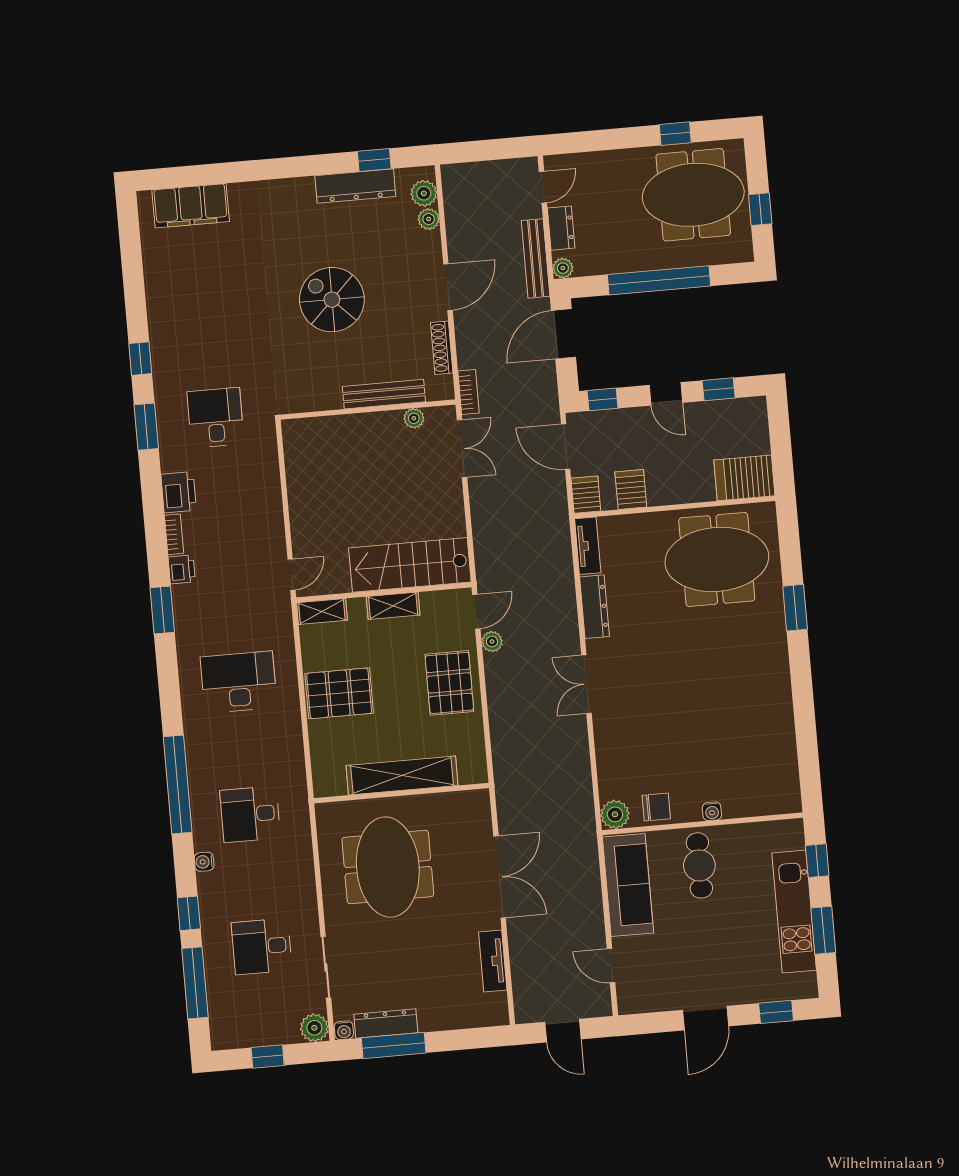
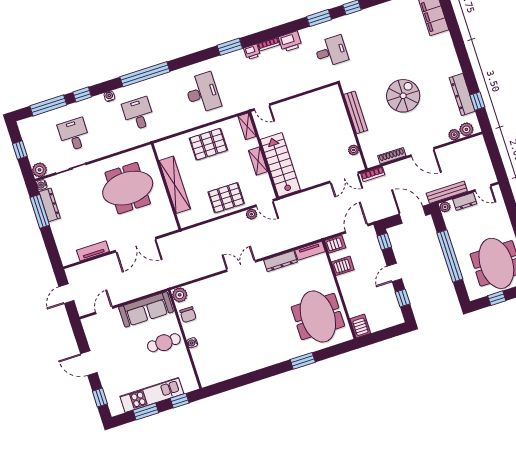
bench: (384, 394) -> (356, 112), moved
server rack: (744, 478) -> (360, 326), width x0.73, depth x0.70
pallet: (339, 693) -> (208, 144), turned 90

